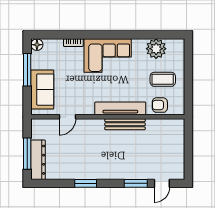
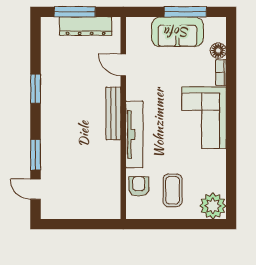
floor lamp: (37, 45) -> (218, 51), moved
plant: (156, 49) -> (213, 206), moved
sofa: (42, 90) -> (177, 32), moved
bench: (125, 124) -> (113, 113), moved
dresser: (38, 160) -> (86, 26), moved

